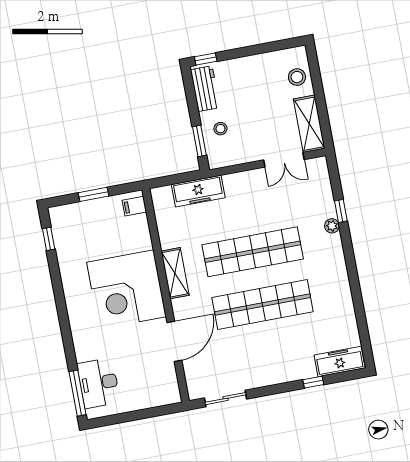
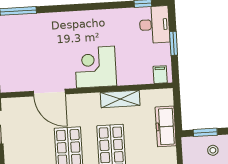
shelving: (175, 273) -> (120, 99), moved
corner desk: (126, 289) -> (96, 67), width x0.74, depth x0.74
desk: (98, 383) -> (154, 25), moved, turned 90

